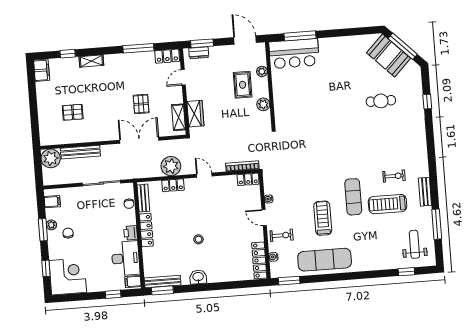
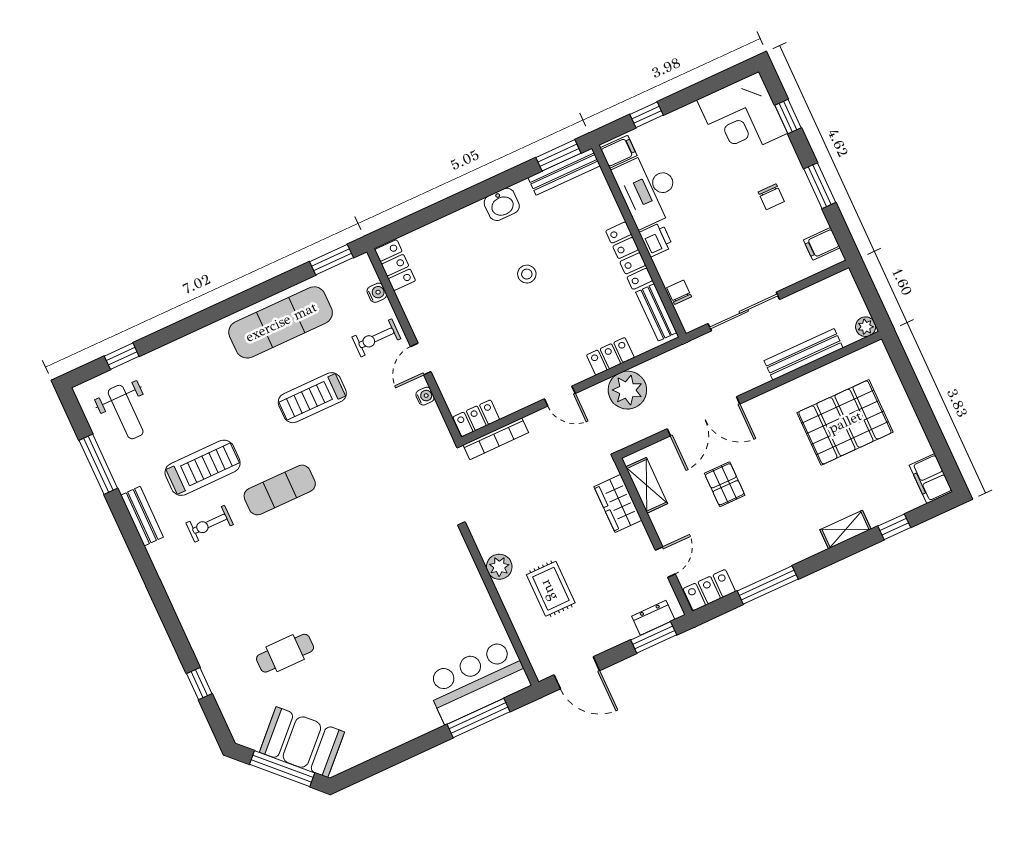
plant: (262, 71) -> (524, 626), removed
pallet: (73, 112) -> (845, 422), width x2.05, depth x2.00
plant: (51, 158) -> (866, 327), width x0.53, depth x0.53
exercise mat: (353, 197) -> (280, 490), moved, turned 90
door: (264, 217) -> (421, 359), swing flipped
treadmill: (323, 218) -> (312, 398), turned 90
plant: (51, 225) -> (808, 200), removed
locker: (259, 260) -> (395, 265), width x0.66

